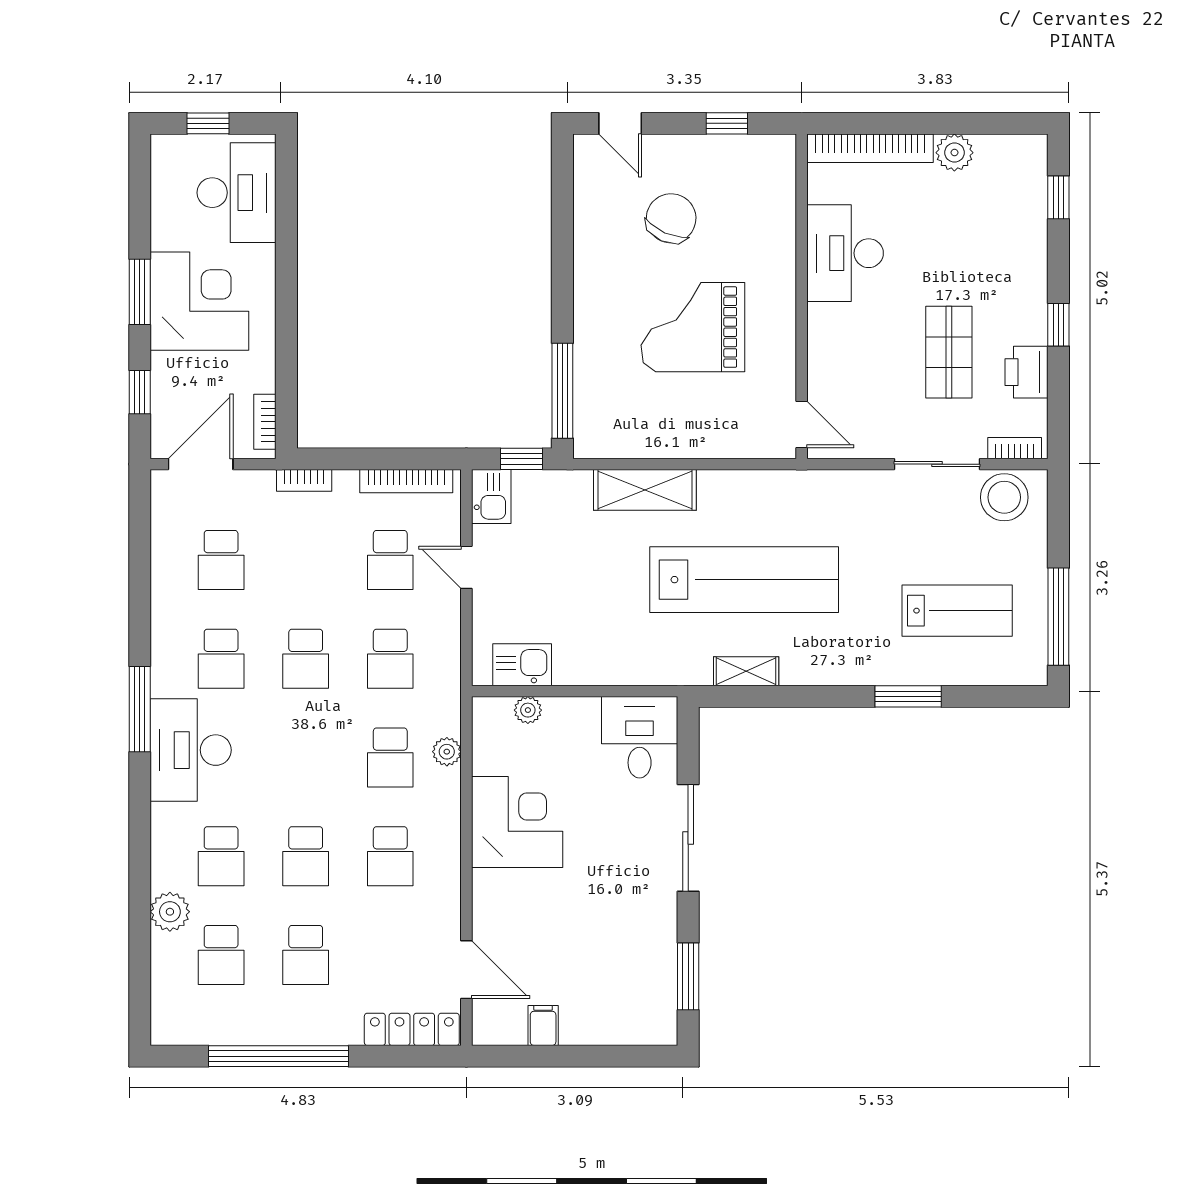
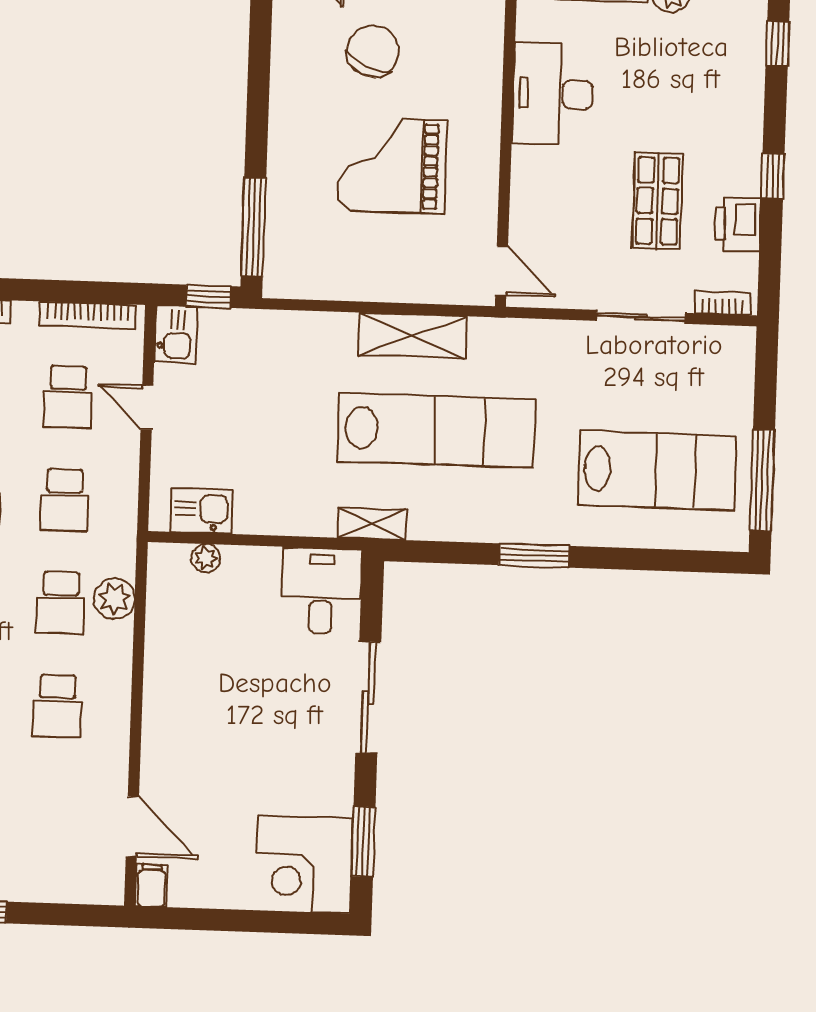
shelving: (645, 490) -> (412, 336), moved
stool: (1004, 497) -> (710, 354), removed
lab bench: (957, 611) -> (657, 470), width x1.36, depth x1.39
shelving: (746, 671) -> (372, 524), moved
window: (908, 696) -> (534, 555), moved
plant: (447, 752) -> (114, 599), width x1.38, depth x1.38
corner desk: (517, 822) -> (304, 864), moved, turned 180
filing cabinet: (543, 1026) -> (151, 886), moved
locker: (412, 1029) -> (73, 887), removed

